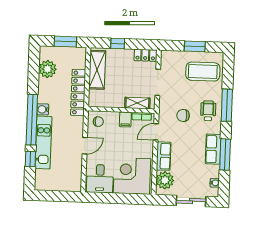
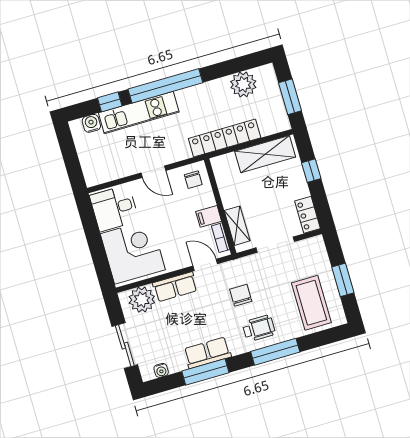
water cooler: (43, 109) -> (91, 123), moved

